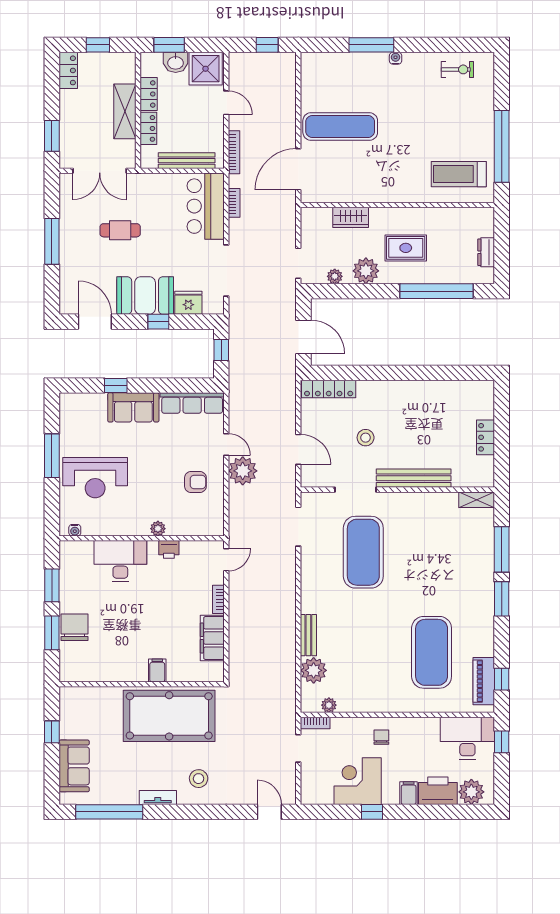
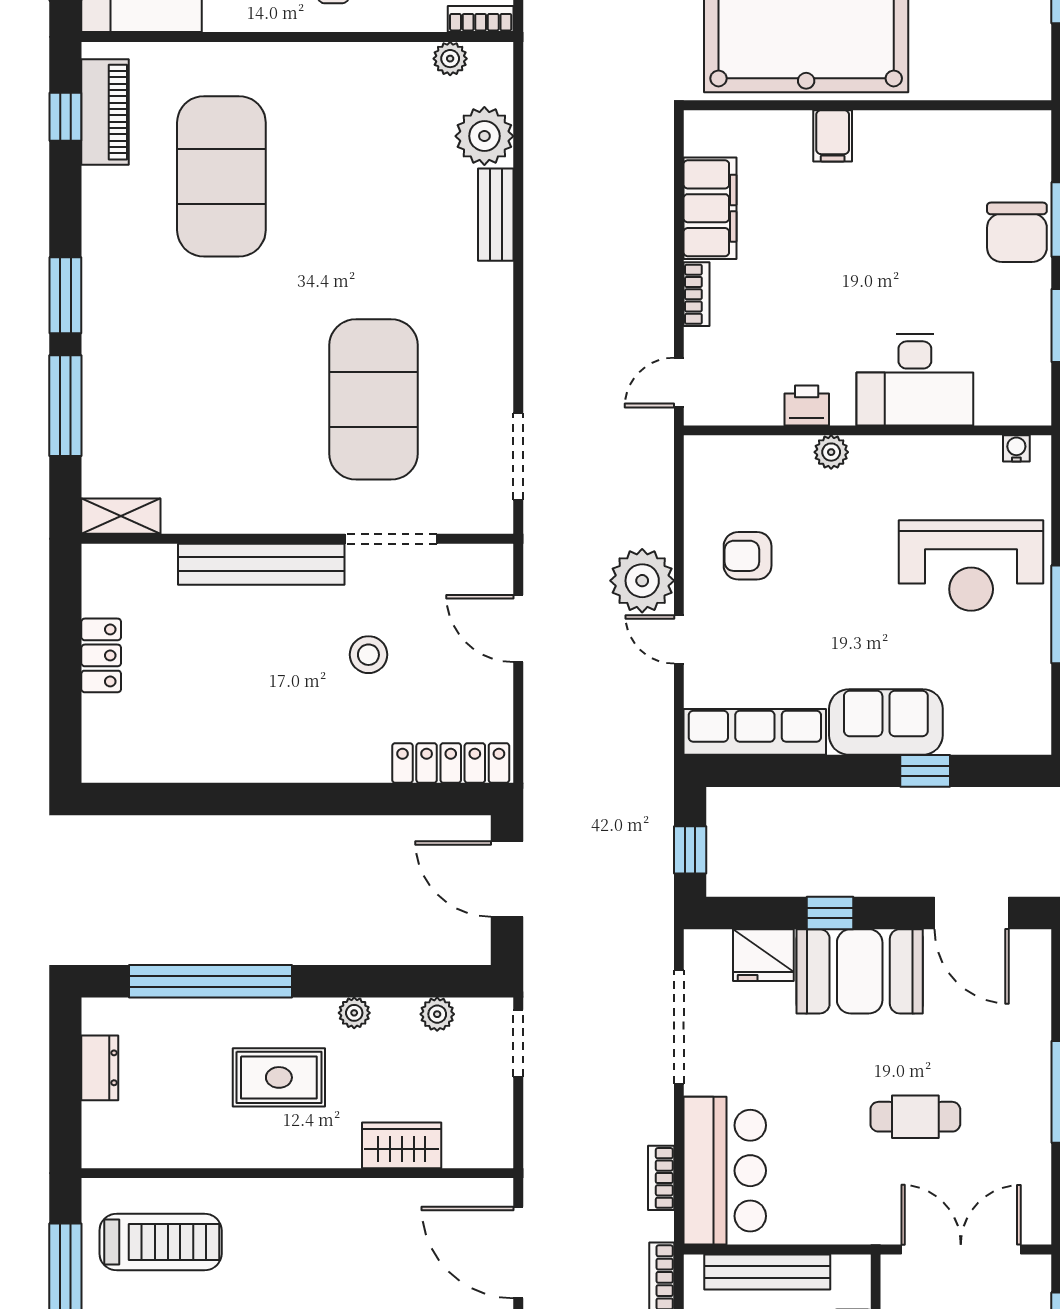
door: (298, 169) -> (518, 1253), swing flipped
plant: (366, 271) -> (354, 1013), width x0.53, depth x0.53
reception desk: (95, 478) -> (971, 566), turned 180

